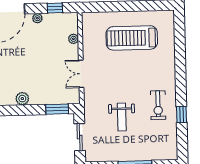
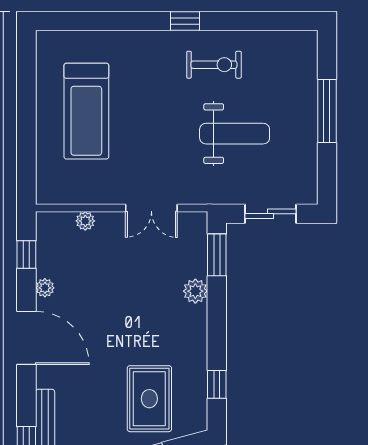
plant: (22, 99) -> (195, 291), moved
window: (182, 114) -> (185, 21), moved
weight bench: (122, 117) -> (235, 134), width x1.36, depth x1.33

